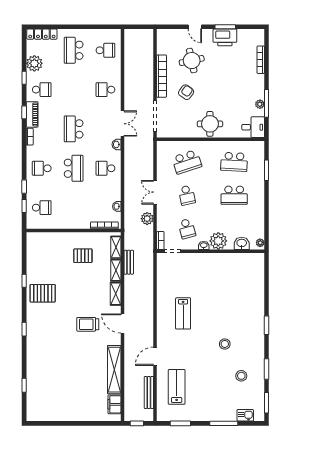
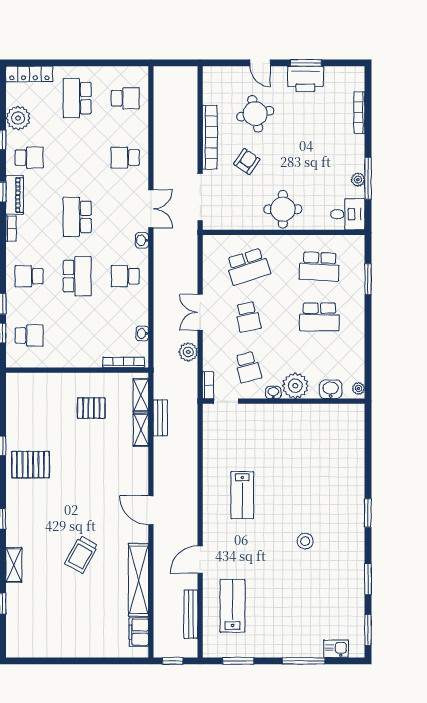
shelving: (116, 294) -> (14, 565), moved
trolley: (88, 324) -> (81, 554), moved, turned -61
stool: (241, 376) -> (330, 589), removed

